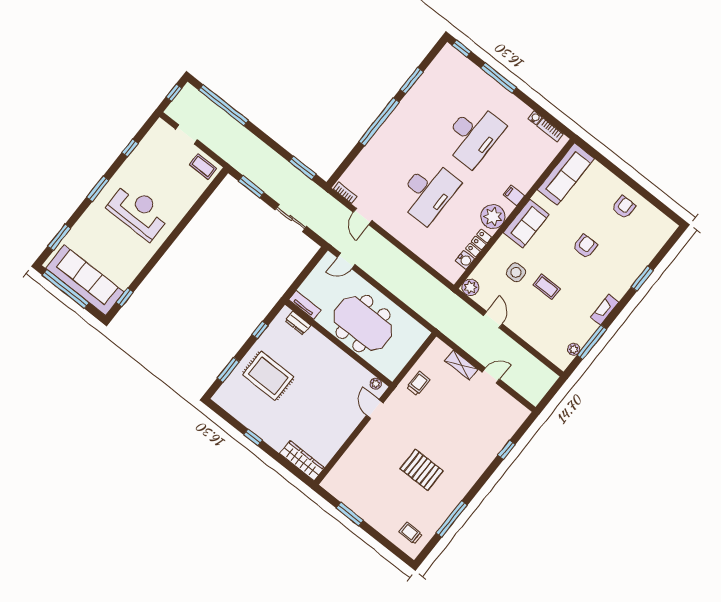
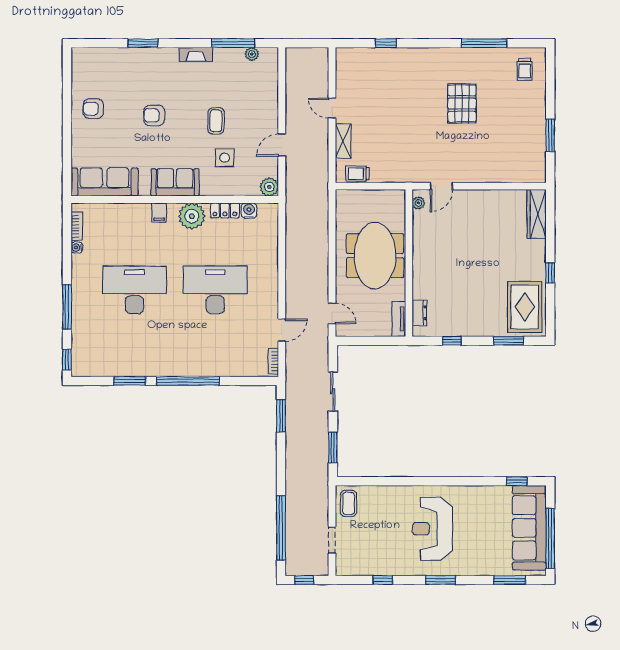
rug: (268, 376) -> (525, 307), moved
trolley: (418, 383) -> (357, 174), moved

